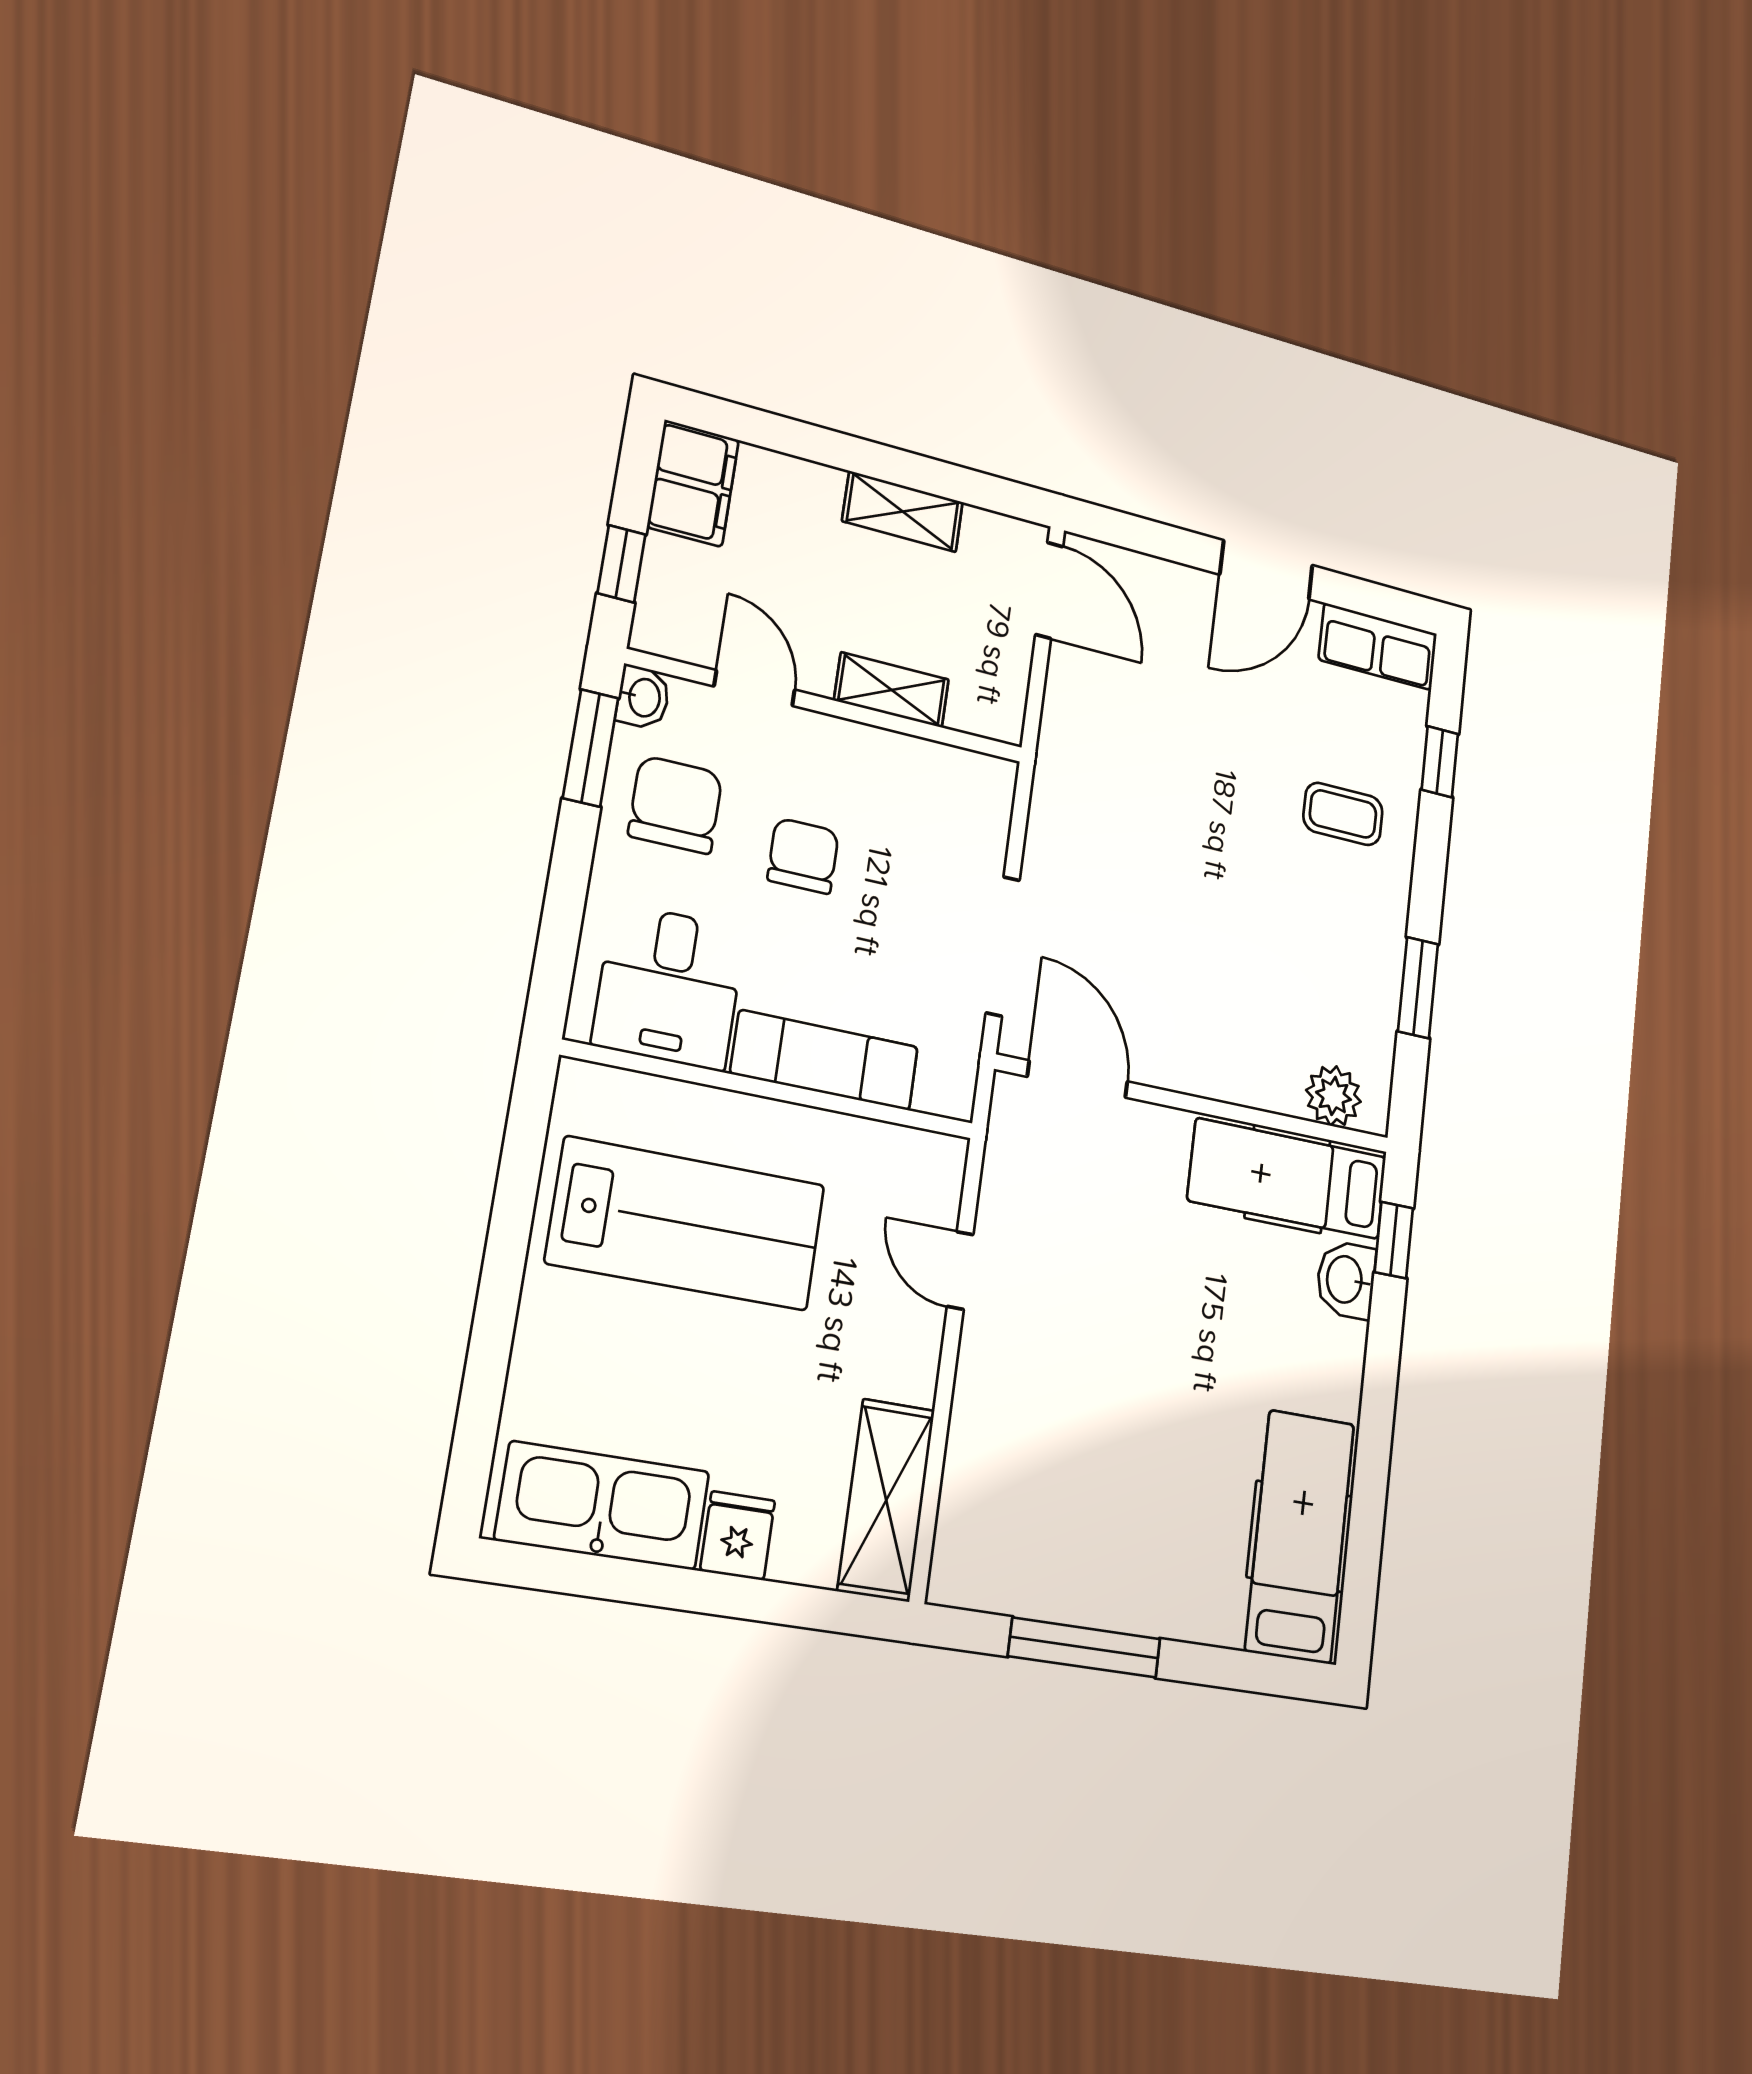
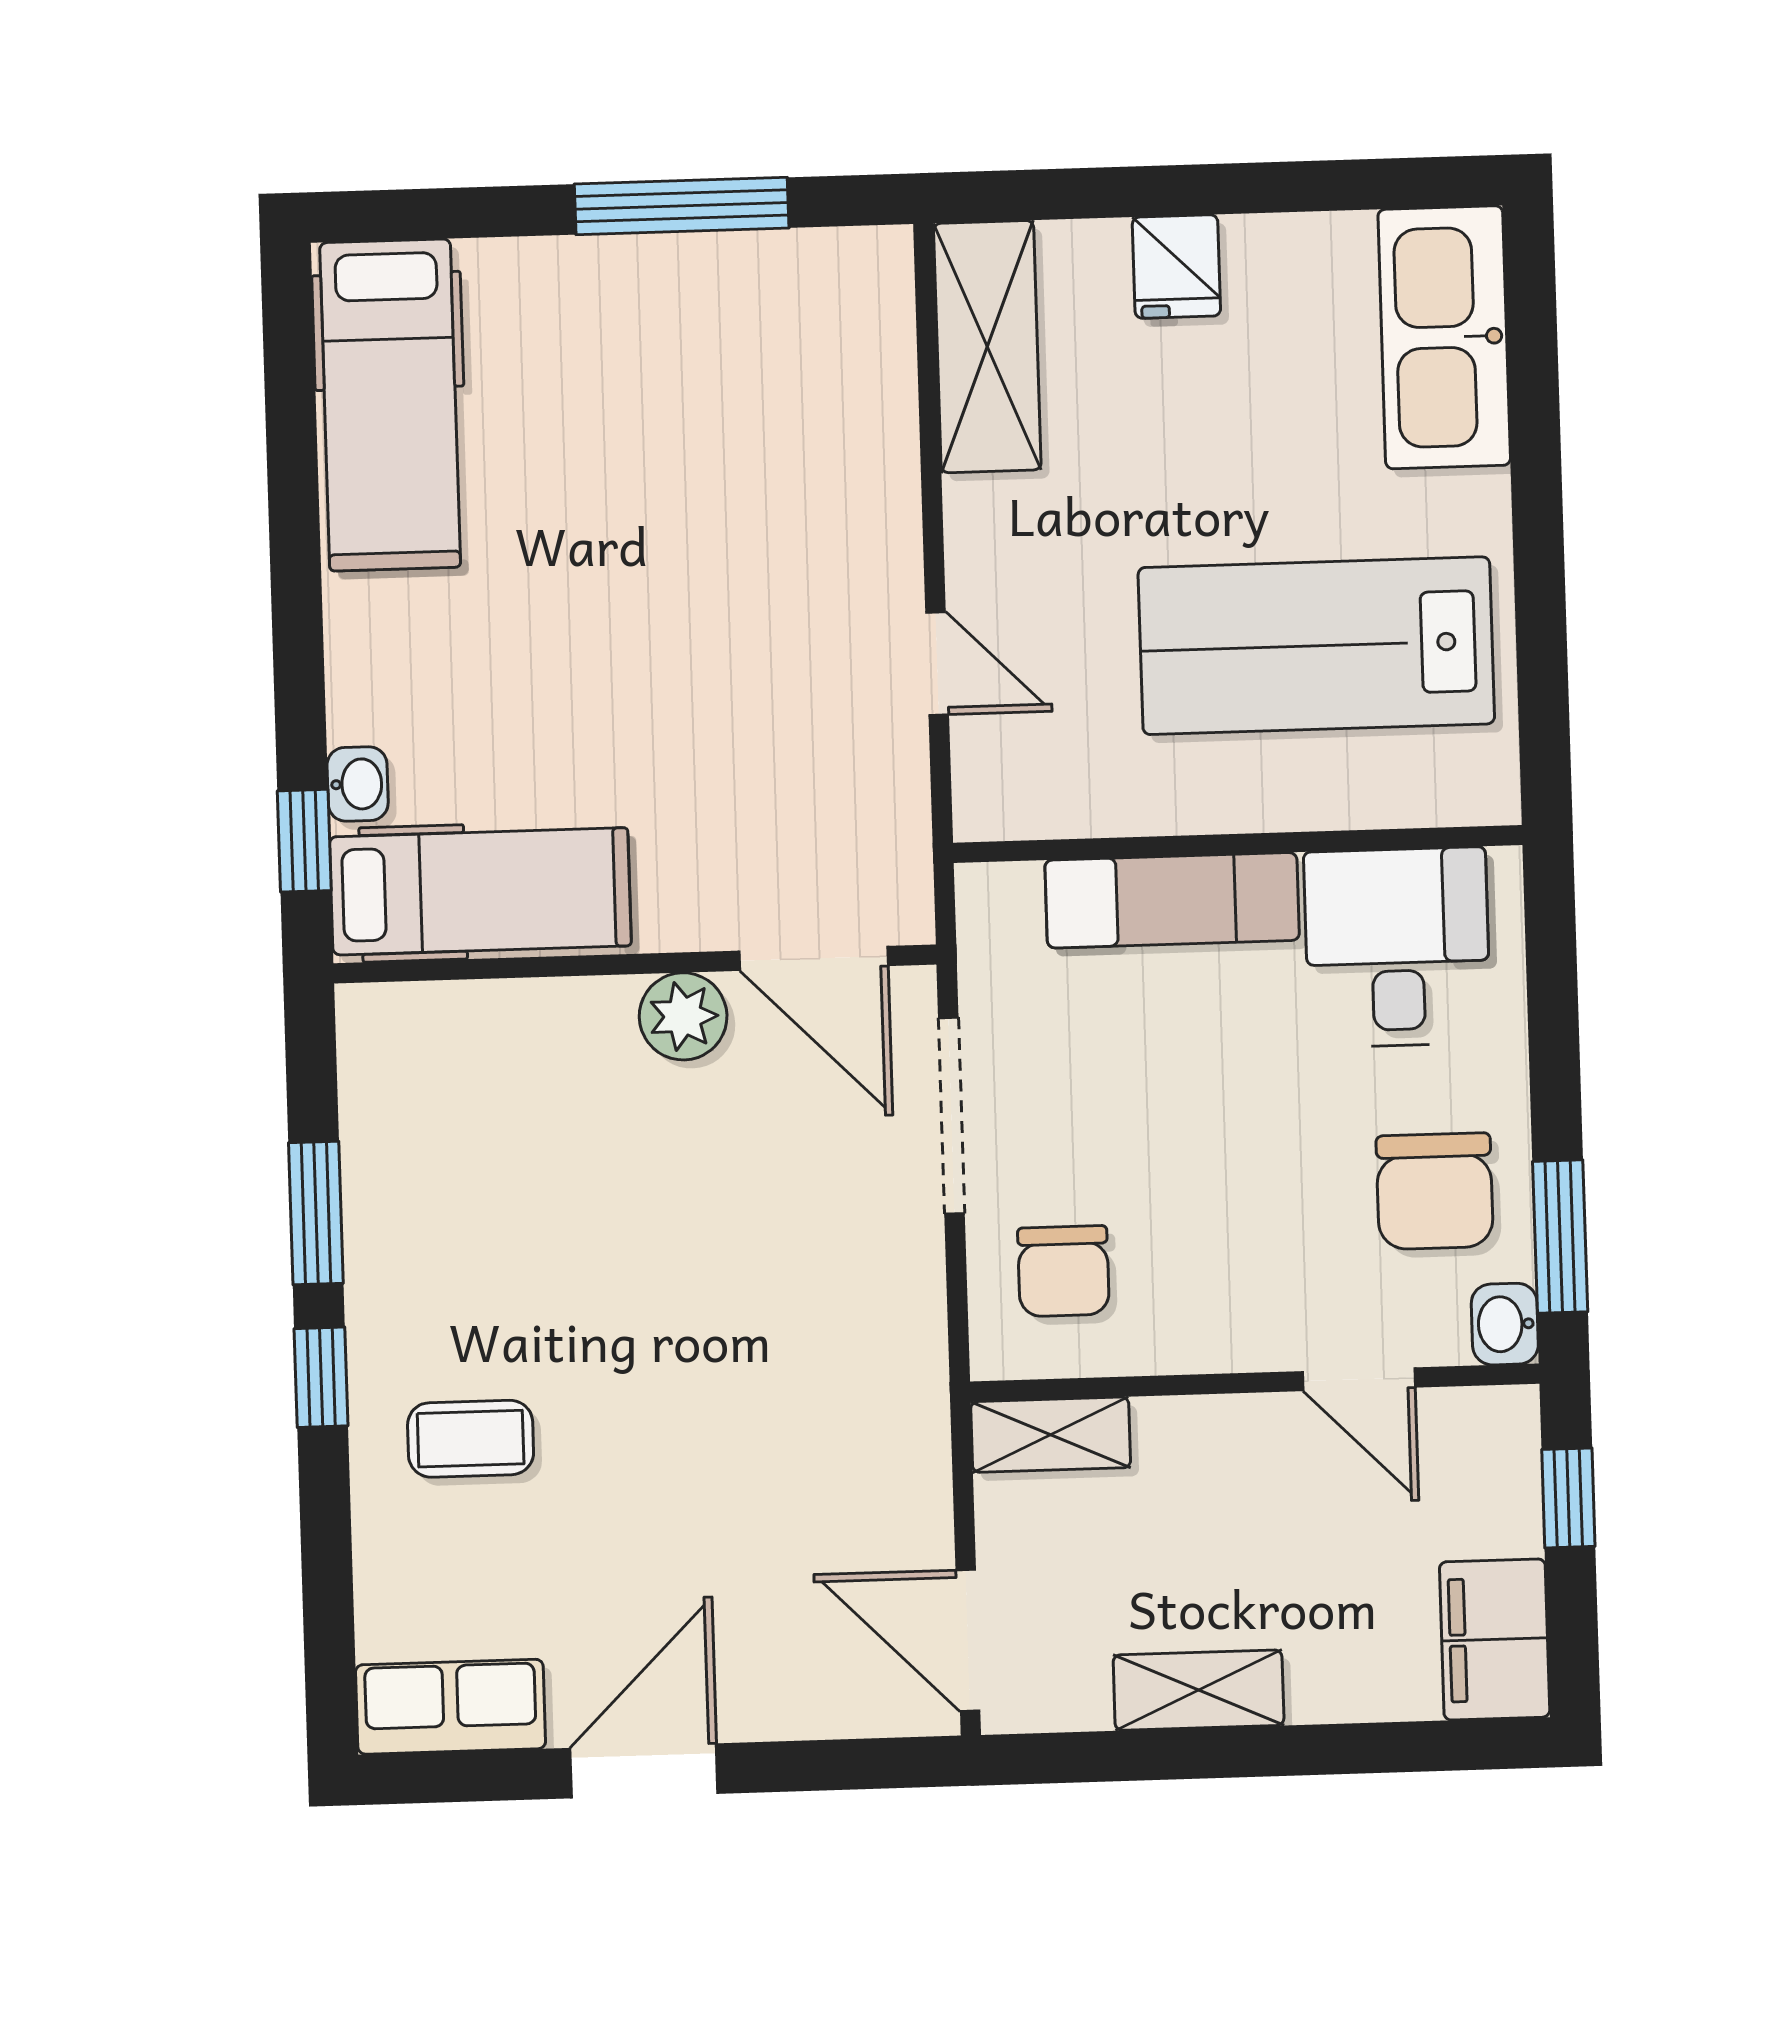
shelving: (892, 690) -> (1051, 1435), moved
window: (1440, 762) -> (321, 1377), moved
chair: (803, 856) -> (1063, 1271), moved
plant: (1333, 1096) -> (683, 1016), moved
washbasin: (1346, 1280) -> (358, 784), width x0.72, depth x0.69
kitchen sink: (603, 1506) -> (1444, 337), moved, turned 90

